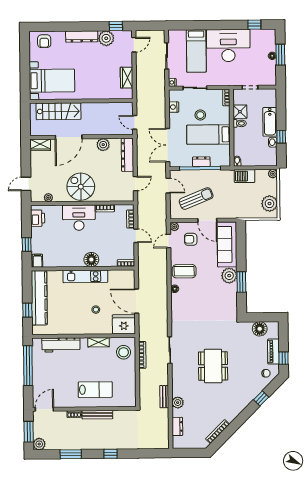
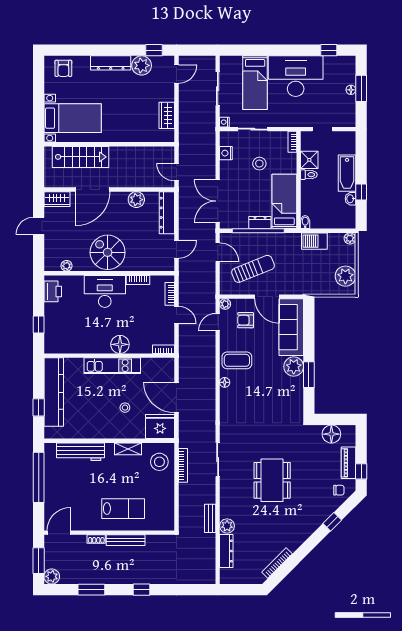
bed: (208, 135) -> (284, 201), moved, turned 90
door: (26, 184) -> (39, 226), moved
filing cabinet: (38, 261) -> (52, 345), removed
dresser: (177, 426) -> (226, 551), width x1.44

